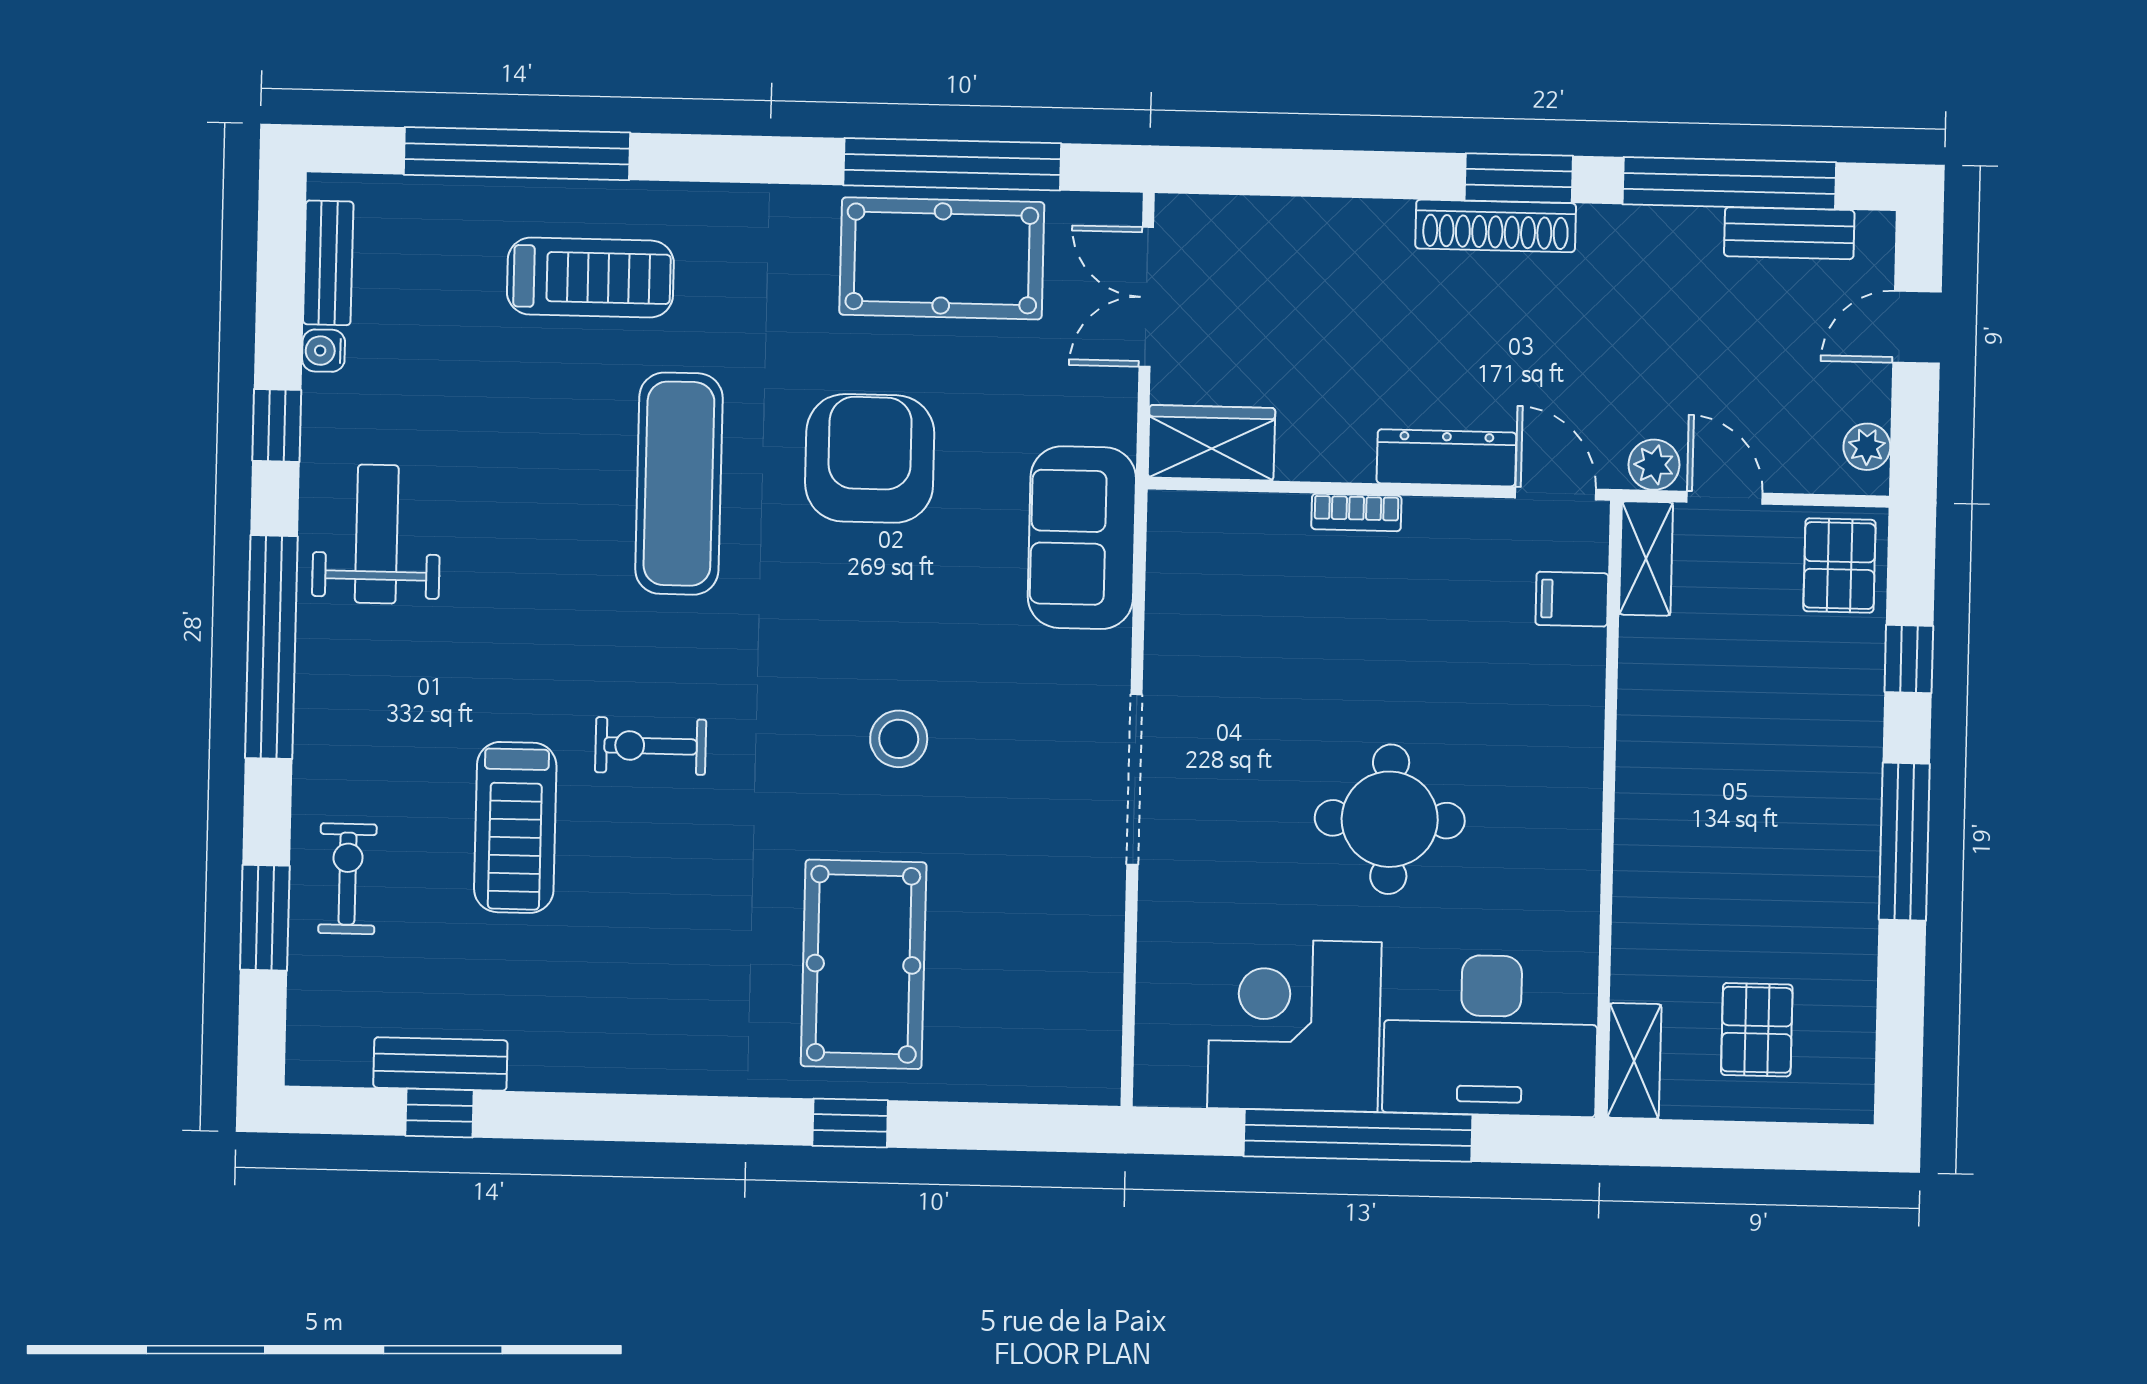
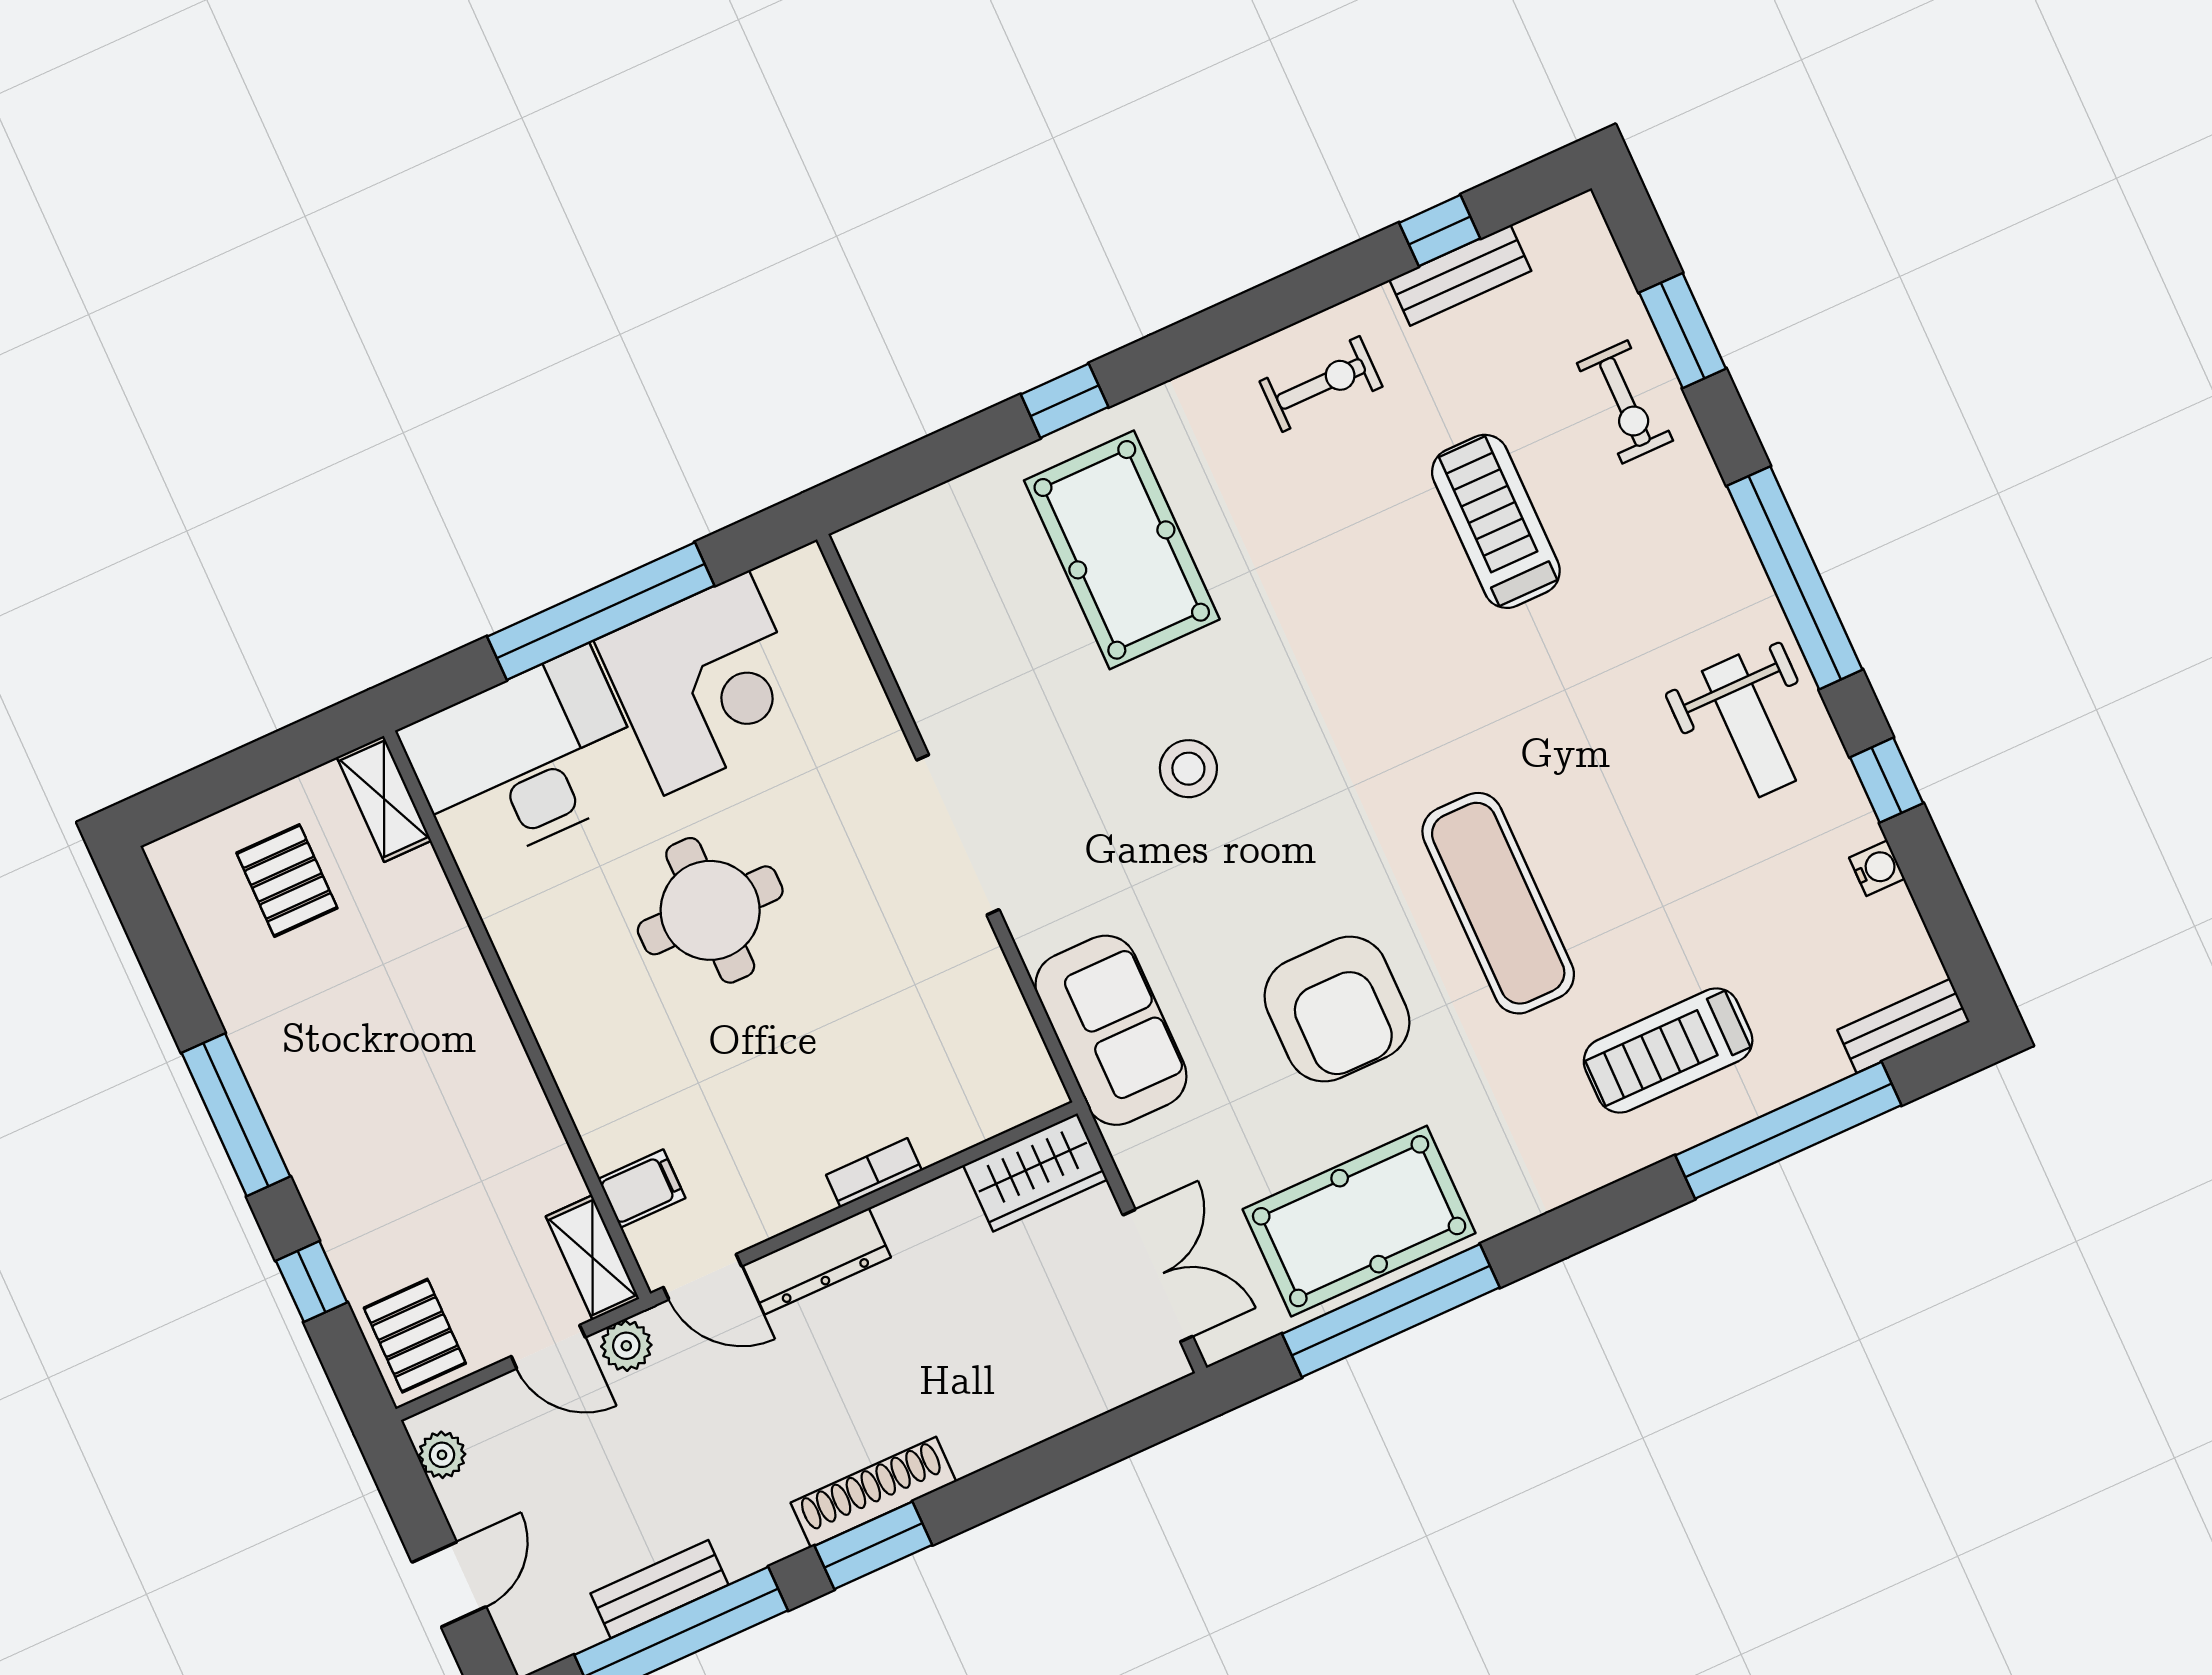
bench: (1789, 233) -> (660, 1589), moved
bench: (328, 263) -> (1904, 1026), moved, turned 90
exercise bike: (651, 746) -> (1321, 384), moved

